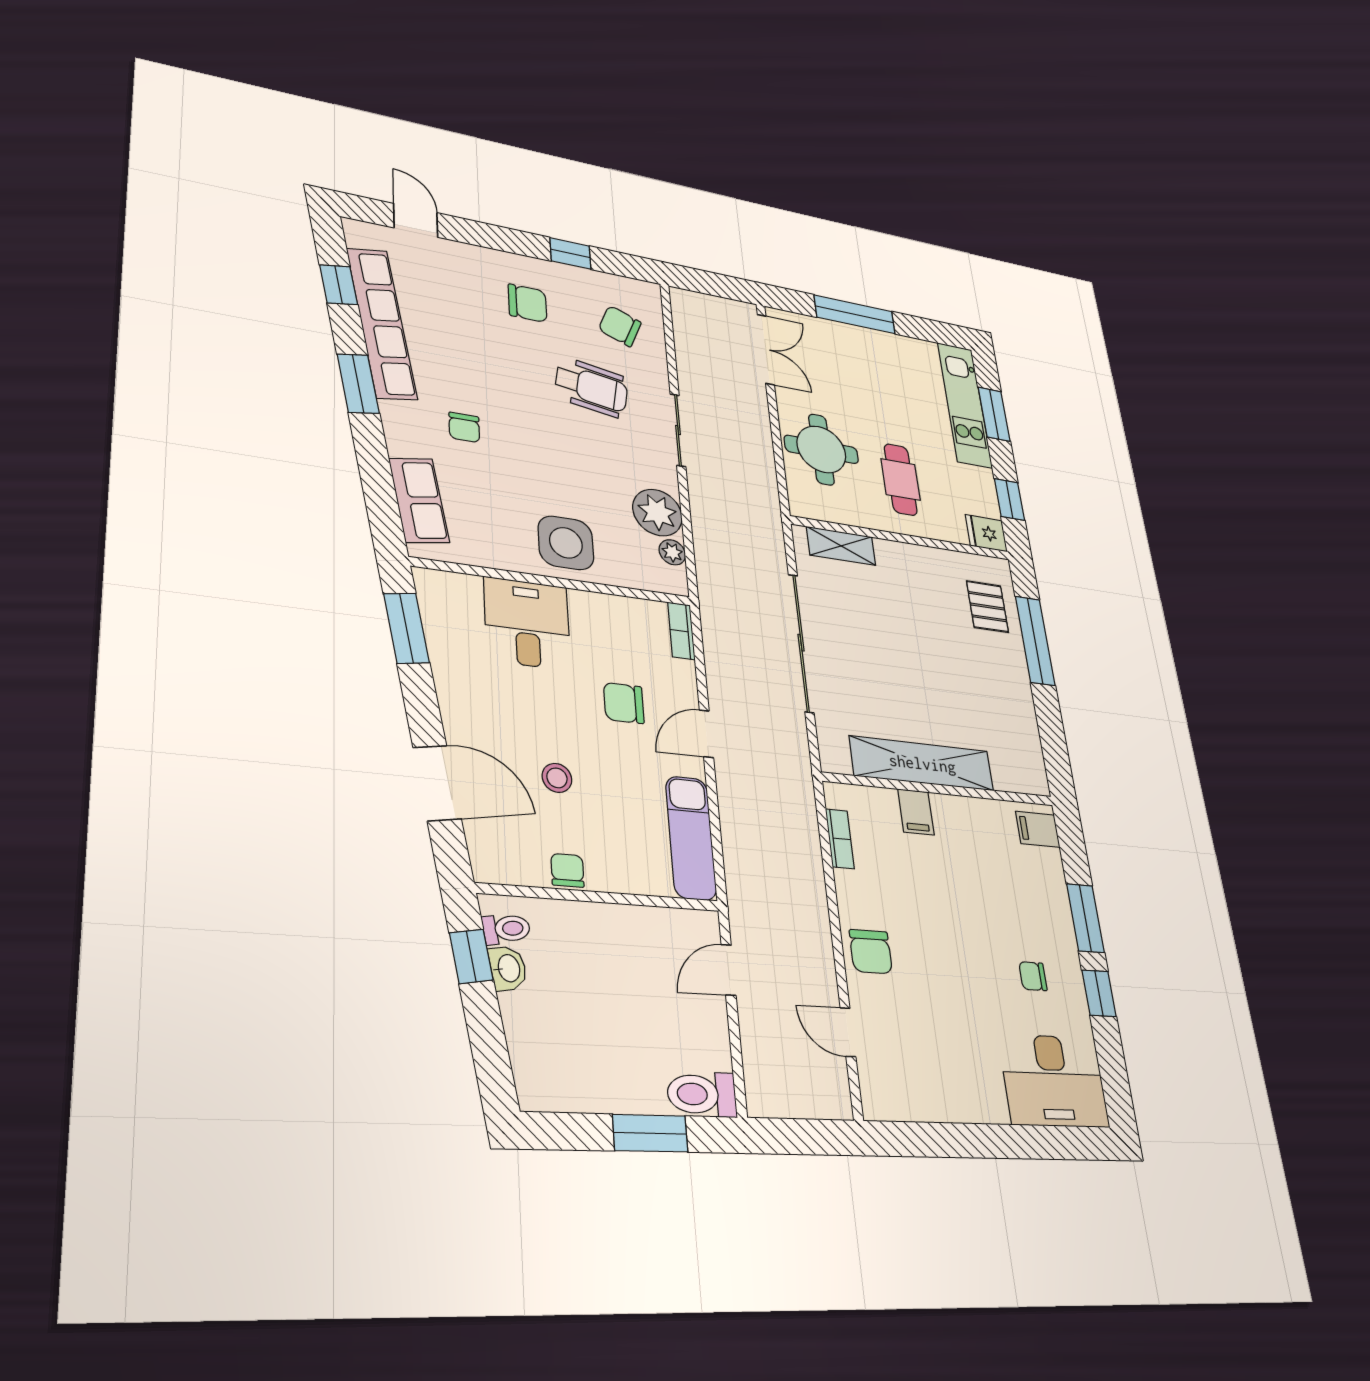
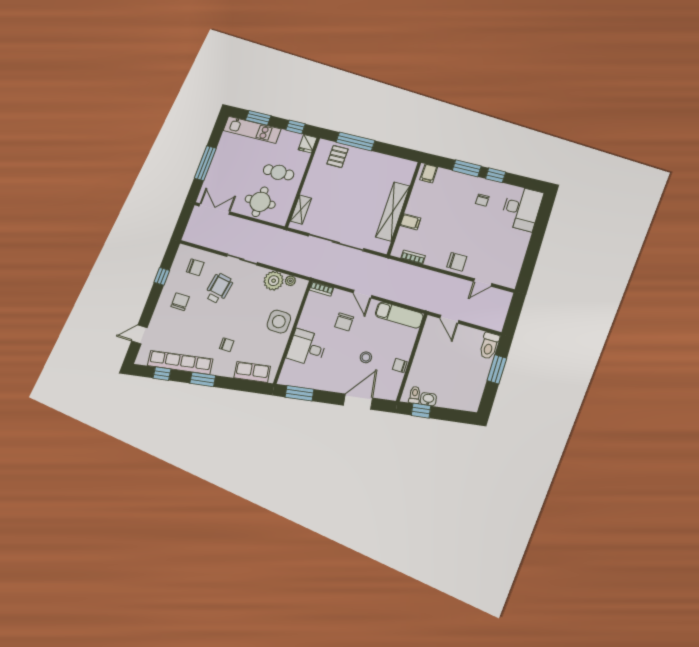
chair: (620, 326) -> (195, 267), turned -113
pallet: (987, 607) -> (337, 156), turned 90

